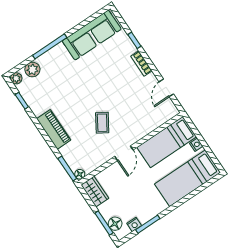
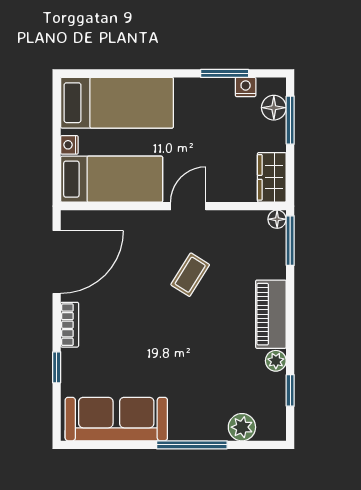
plant: (16, 78) -> (276, 361), moved
door: (166, 88) -> (57, 262), width x1.87

